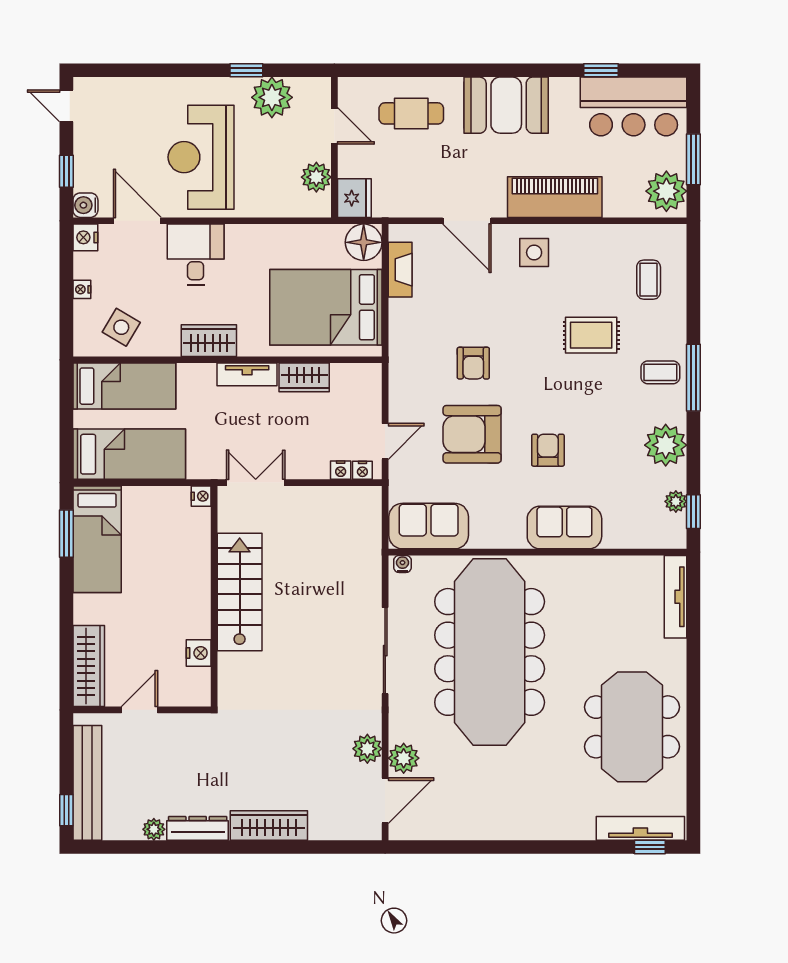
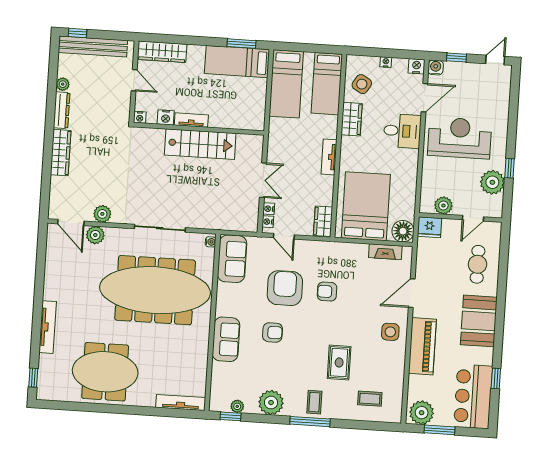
wardrobe: (209, 341) -> (352, 119), moved
wardrobe: (304, 377) -> (323, 221), moved
double door: (256, 483) -> (263, 180), moved
nightstand: (201, 496) -> (140, 117), moved
tv unit: (200, 610) -> (191, 120), added
tv unit: (640, 828) -> (48, 327), moved

